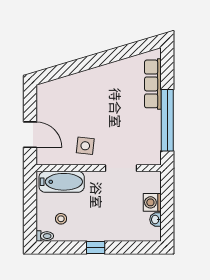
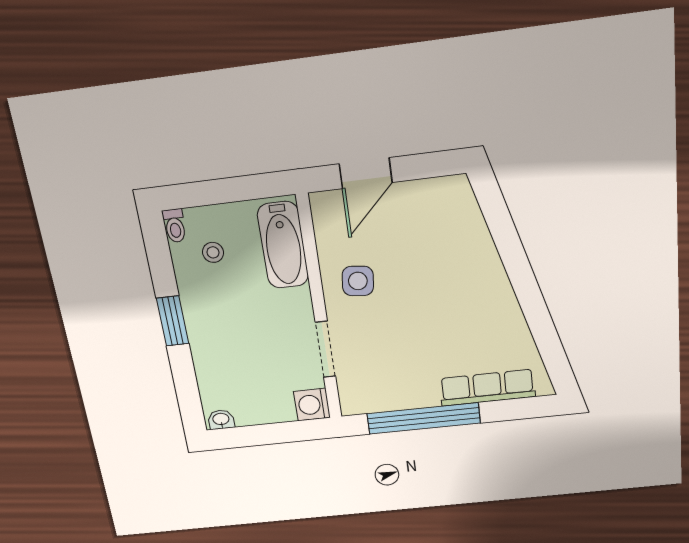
washing machine: (152, 202) -> (312, 405), moved, turned -90
washbasin: (155, 219) -> (221, 420), moved
window: (96, 247) -> (173, 321), width x1.50

